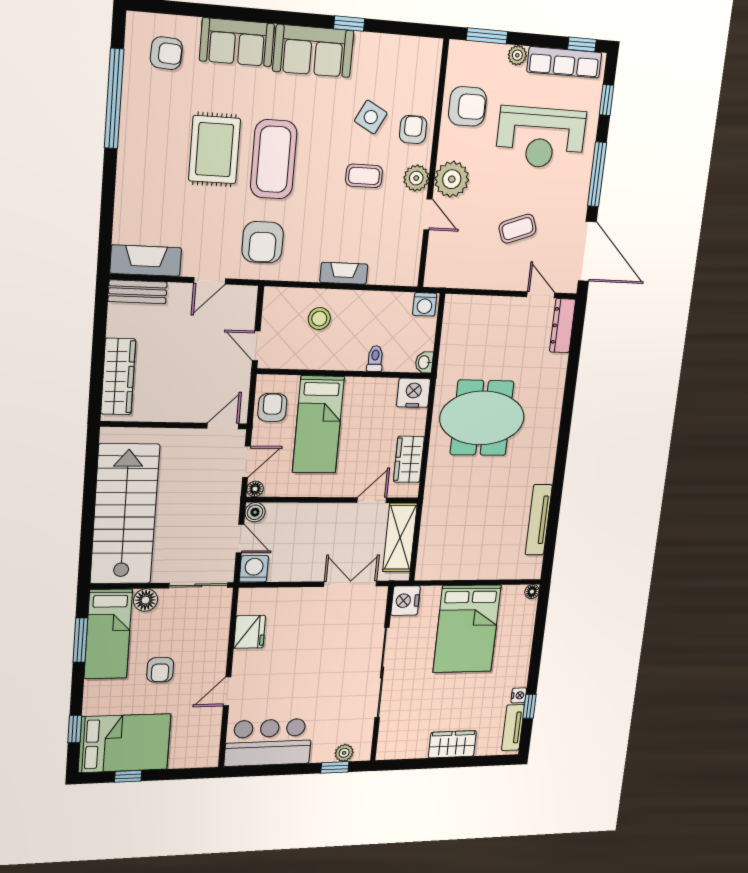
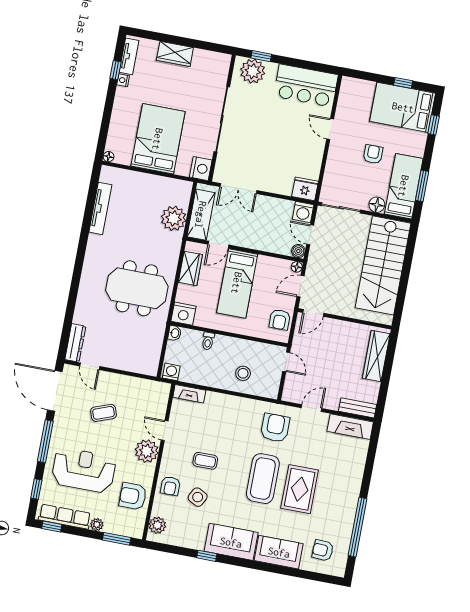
plant: (416, 178) -> (157, 525), moved
fireplace: (344, 273) -> (189, 394), moved
bed: (318, 425) -> (237, 283), moved, turned 180
plant: (438, 525) -> (174, 218), added
fridge: (250, 632) -> (305, 189), moved, turned 90
door: (227, 691) -> (330, 129), swing flipped
plant: (344, 753) -> (253, 71), width x1.88, depth x1.88

